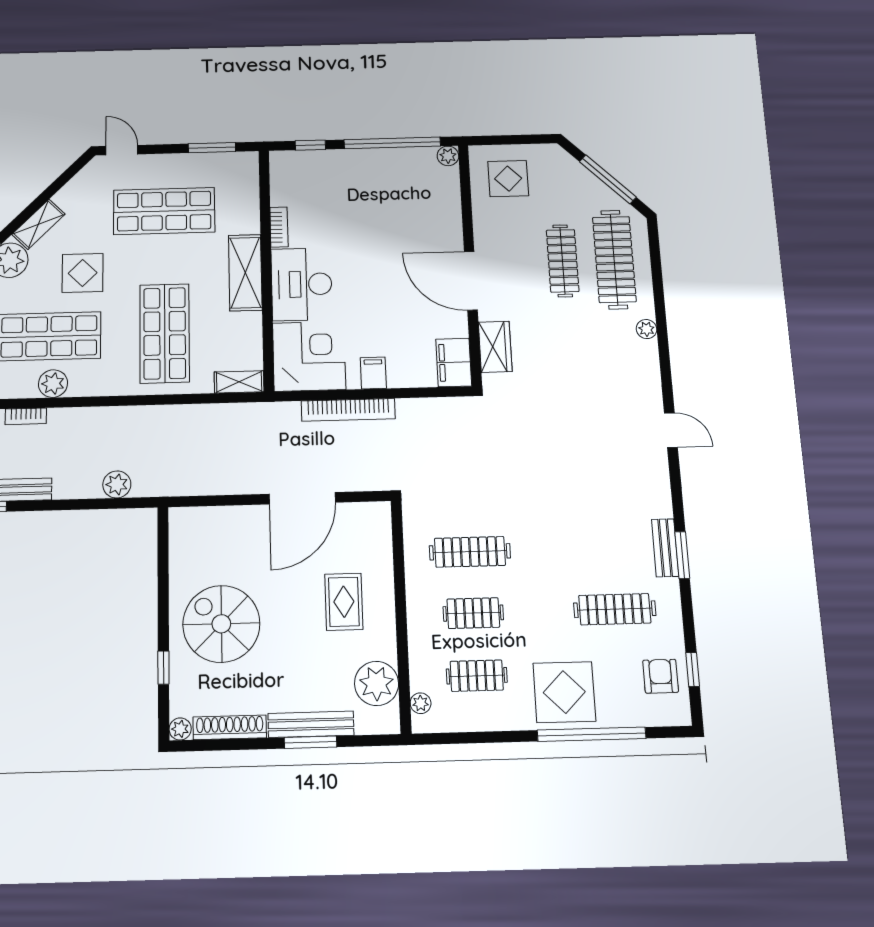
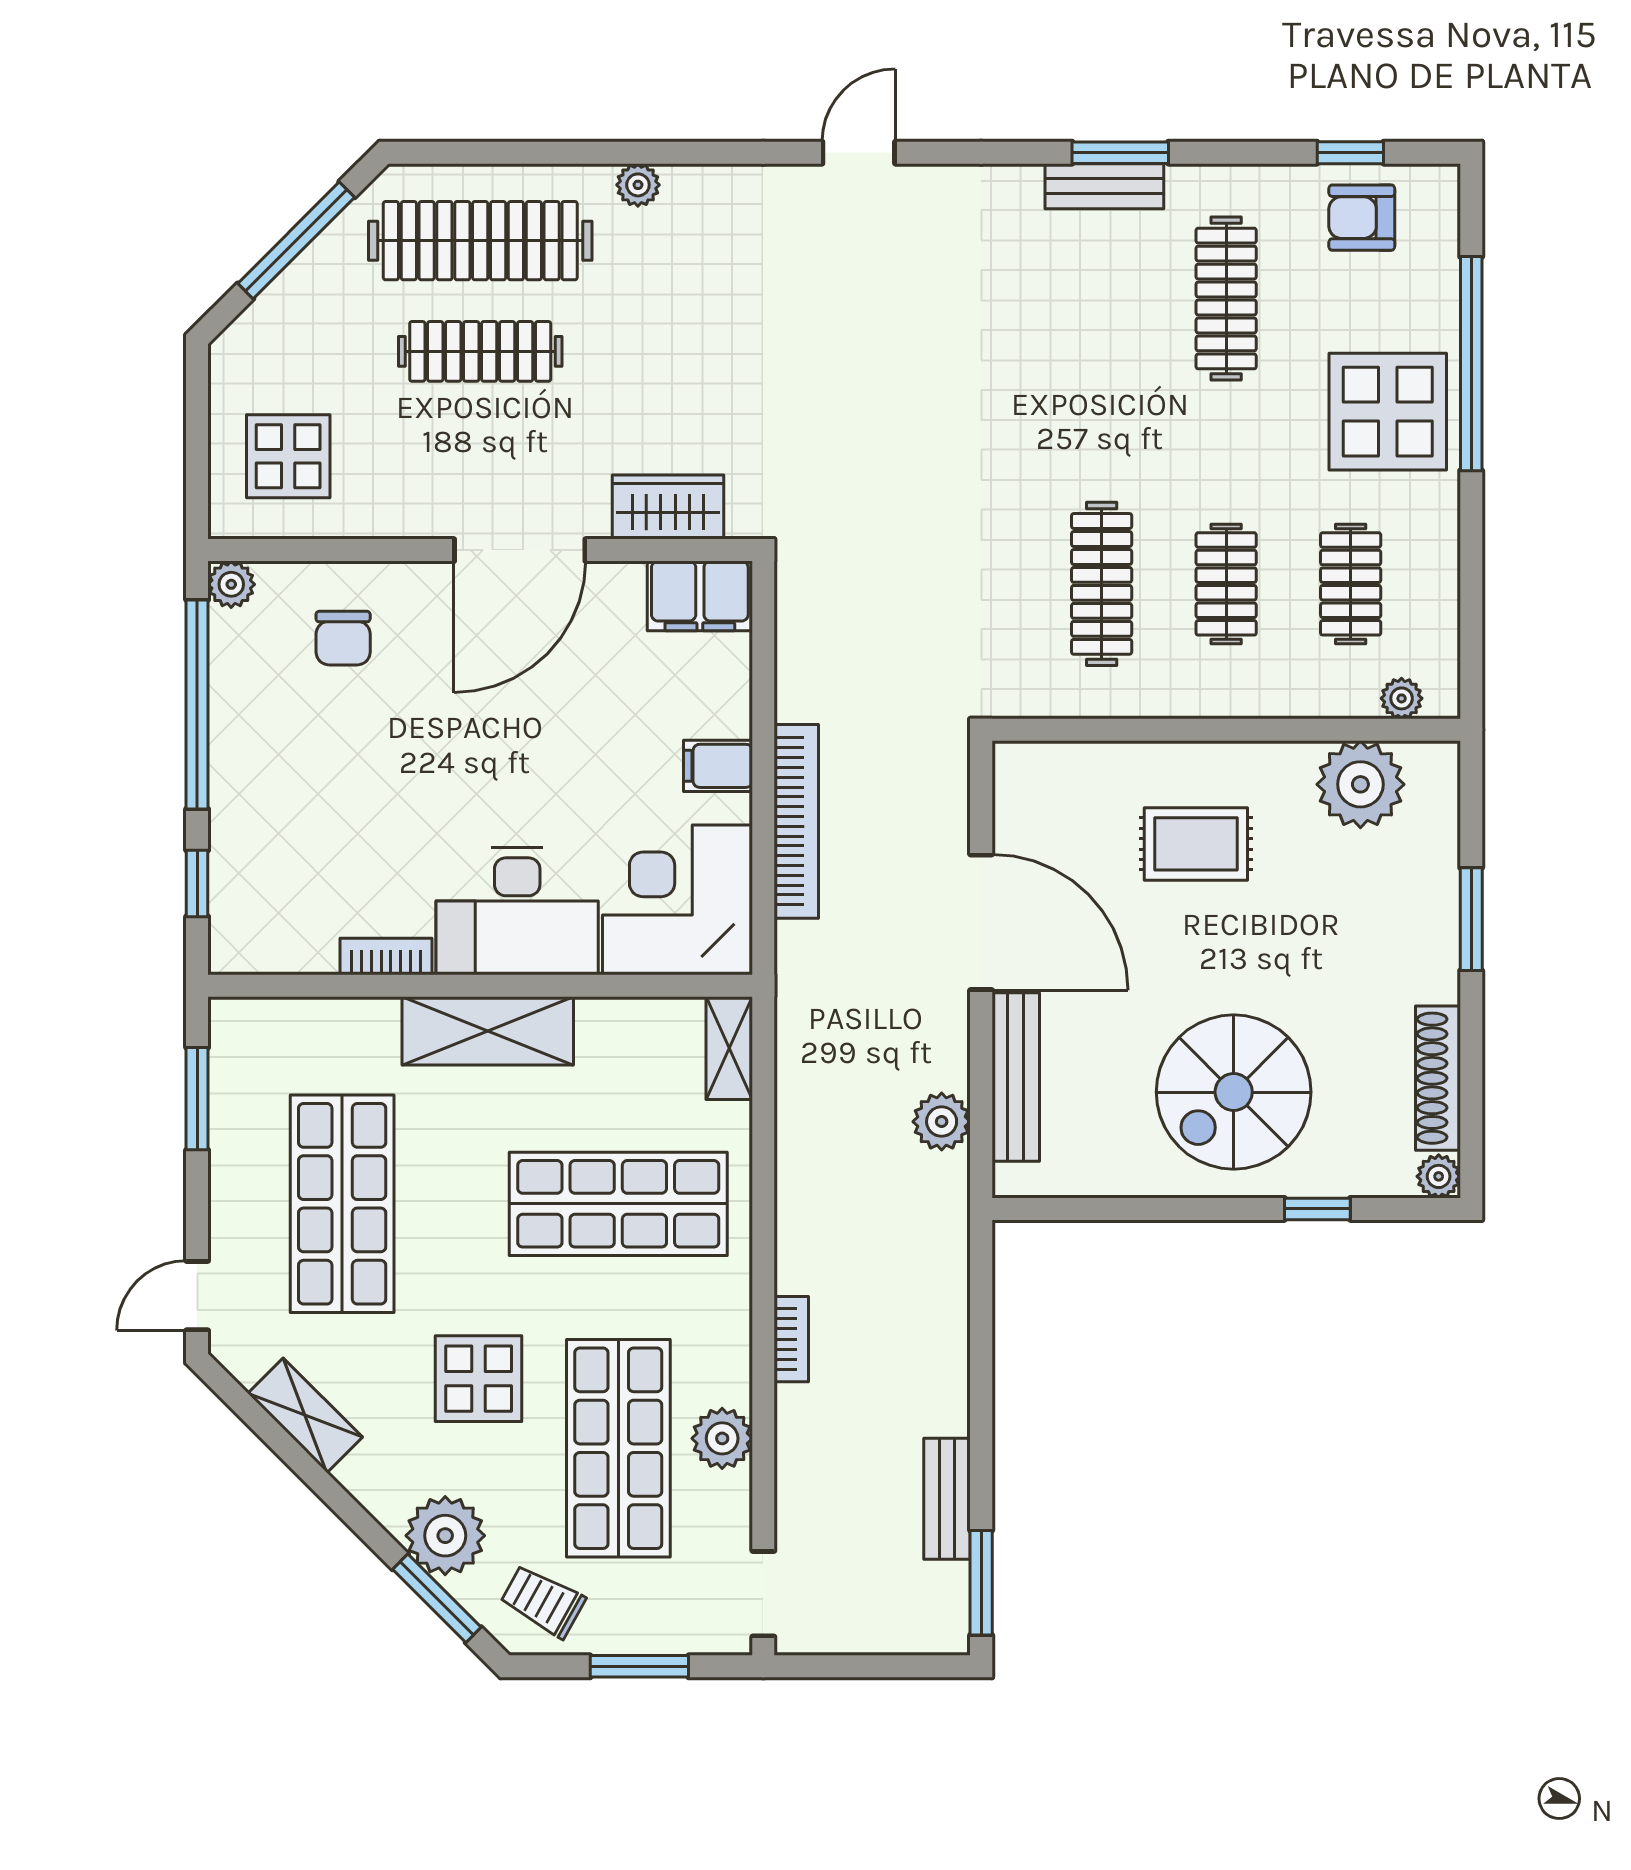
chair: (426, 204) -> (343, 638), added
shelving: (38, 224) -> (305, 1415), moved
bookcase: (26, 416) -> (791, 1339), moved
plant: (117, 484) -> (942, 1122), moved
bench: (311, 724) -> (1016, 1077), moved

